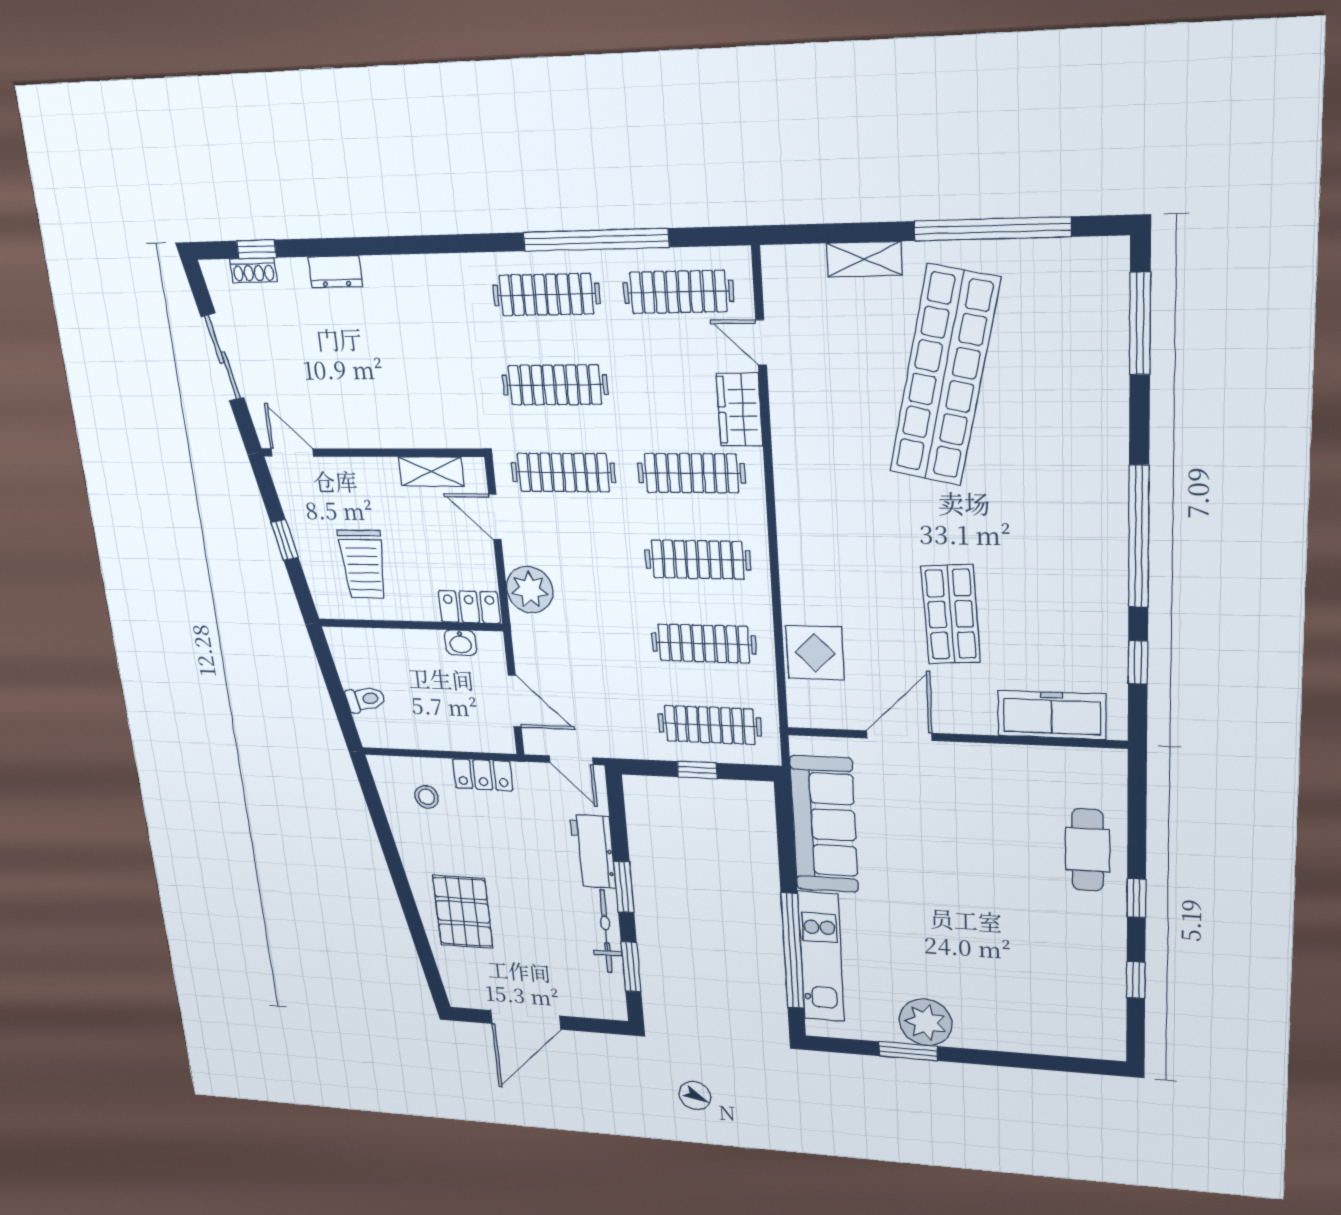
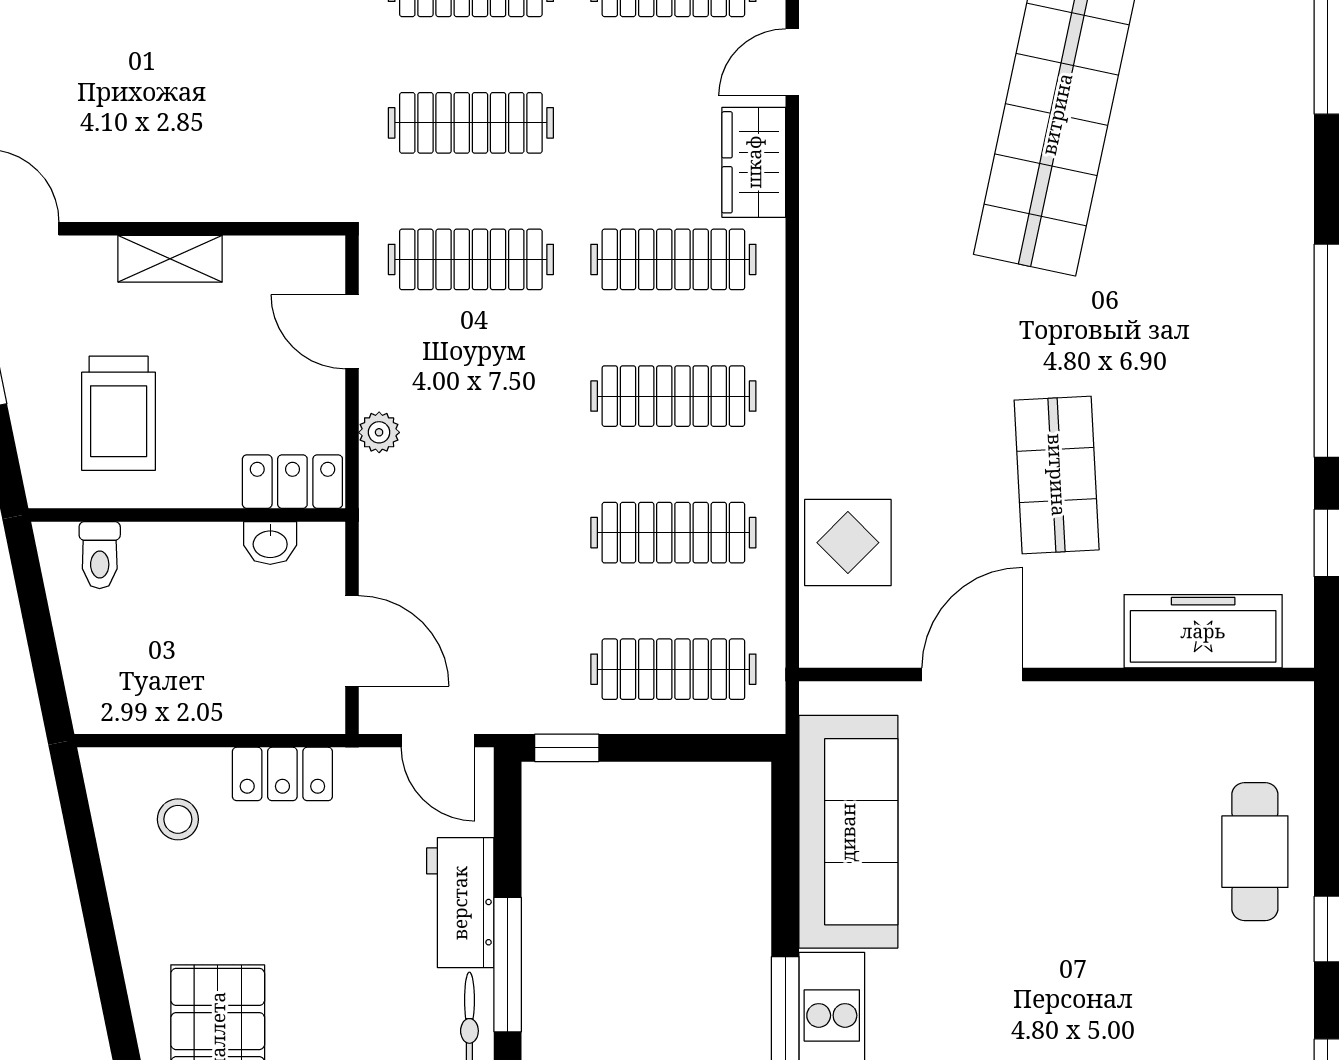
door: (761, 342) -> (792, 62), hinge flipped
shelving: (431, 471) -> (170, 259), moved
plant: (530, 590) -> (379, 432), width x0.53, depth x0.53
toilet: (365, 699) -> (100, 555), moved, turned 102
window: (697, 770) -> (567, 748), moved
window: (624, 887) -> (508, 965), width x1.44

